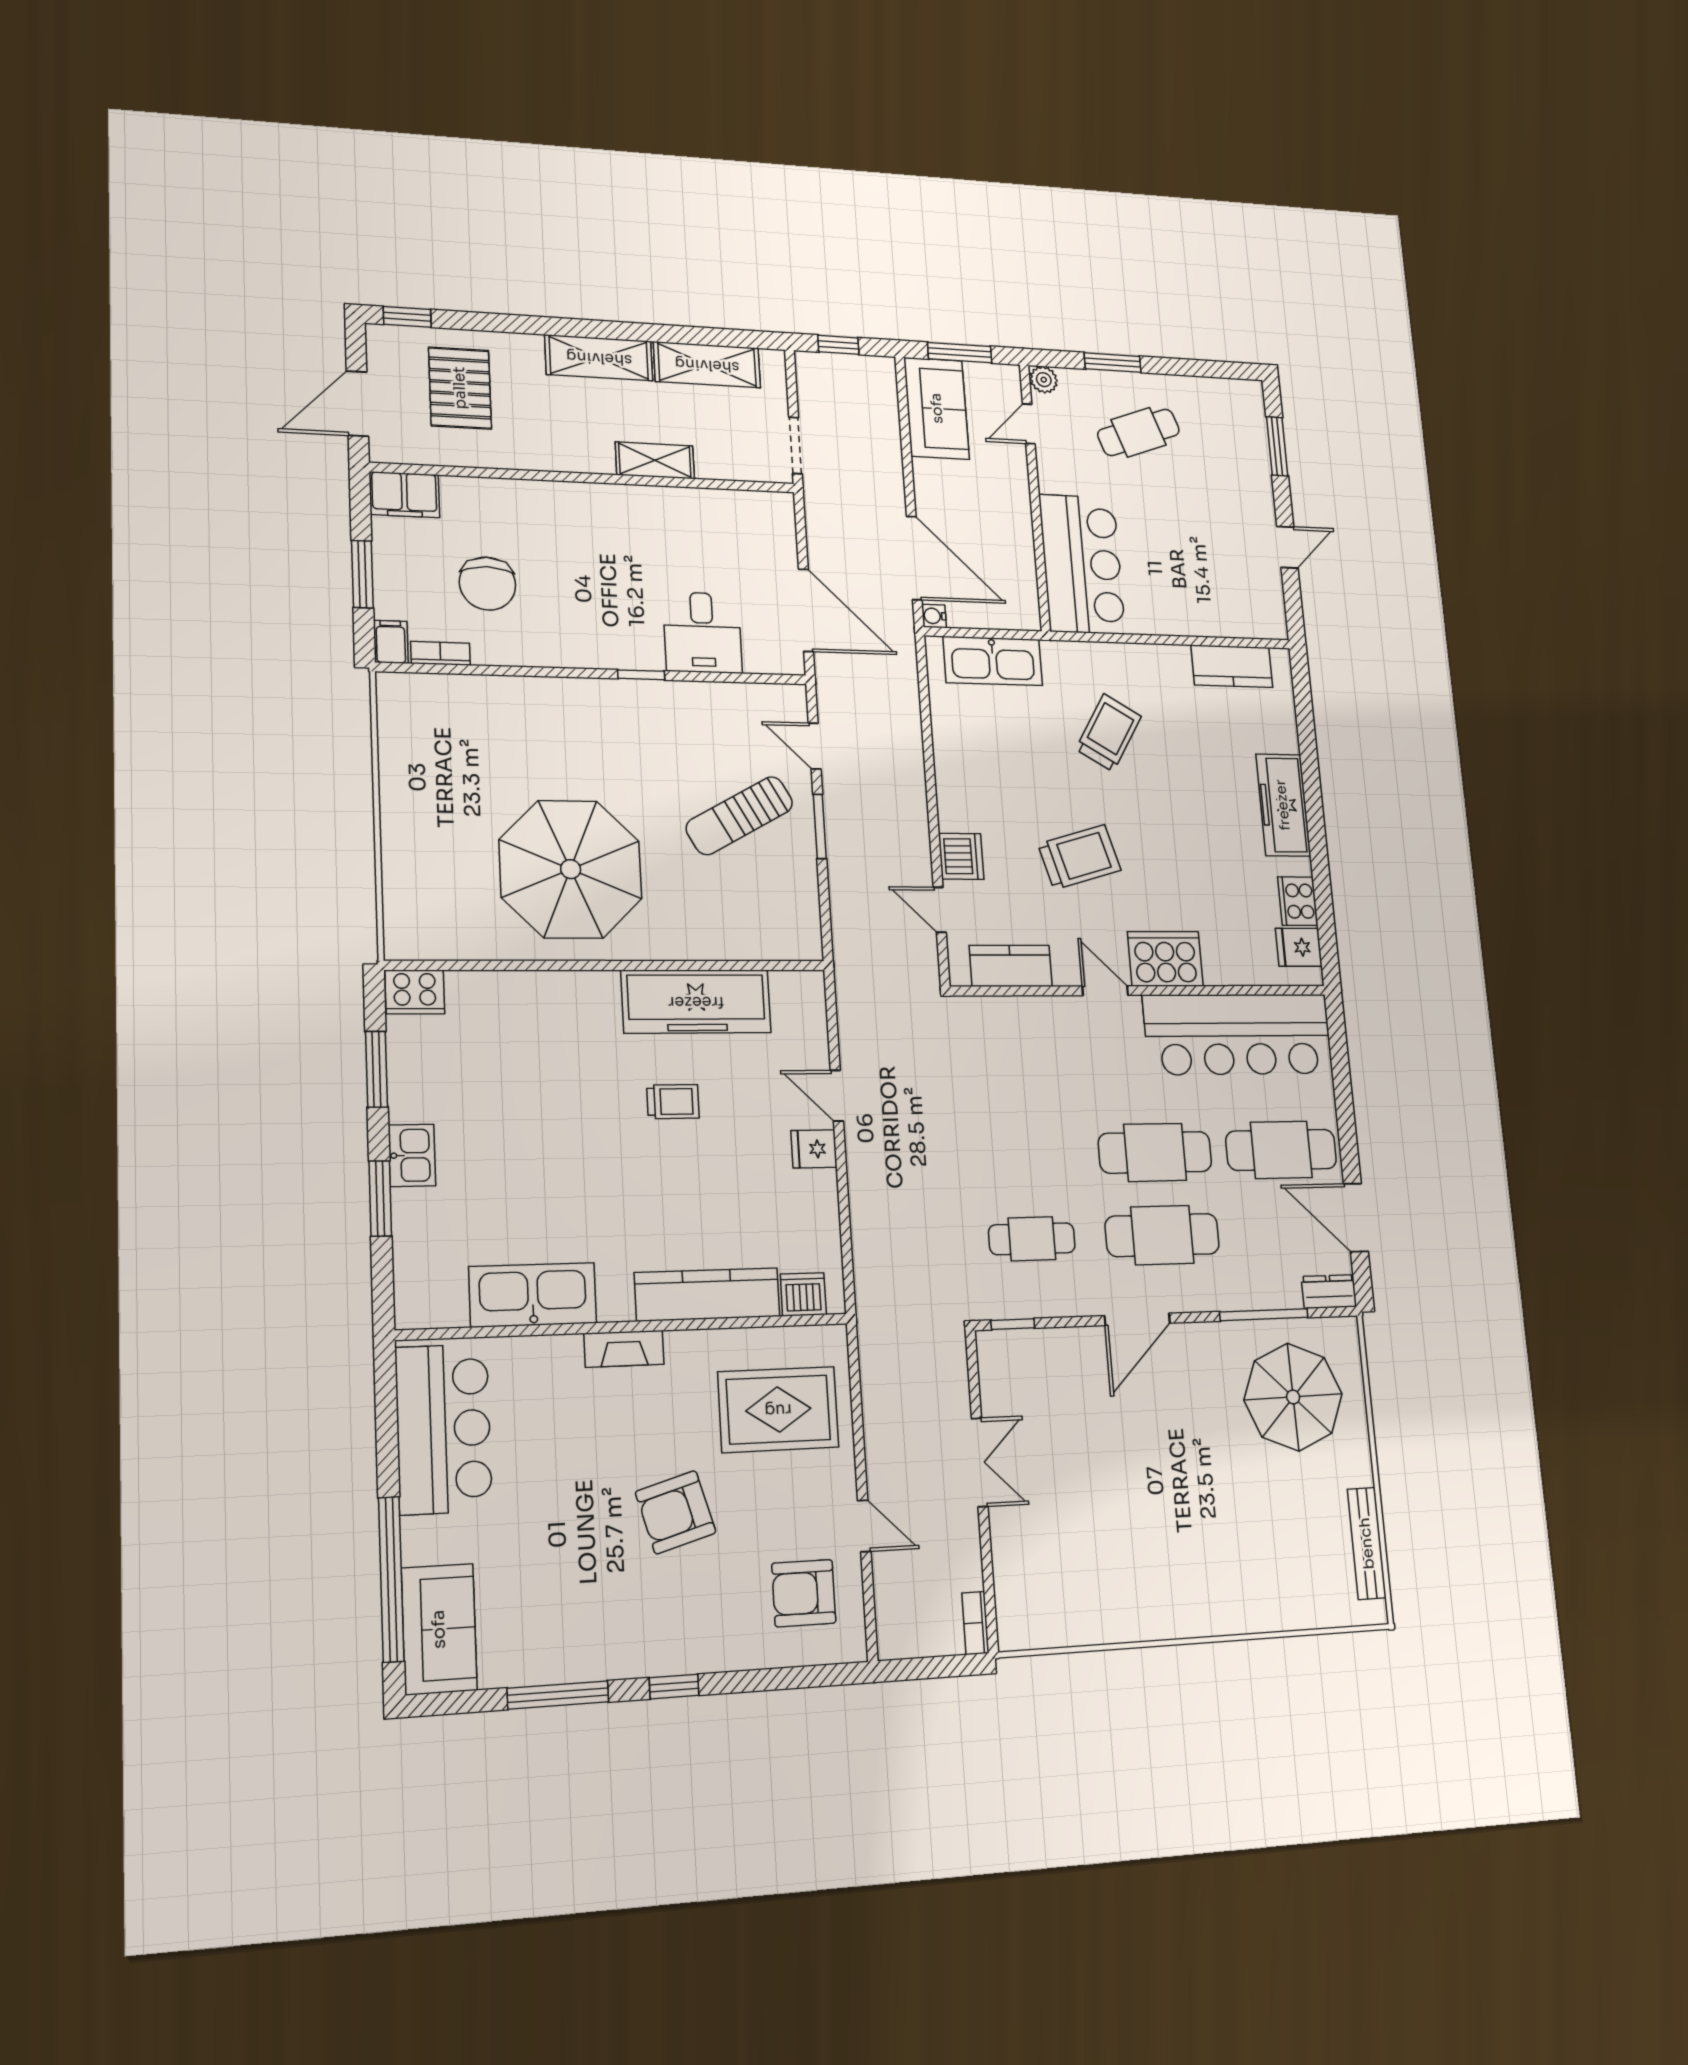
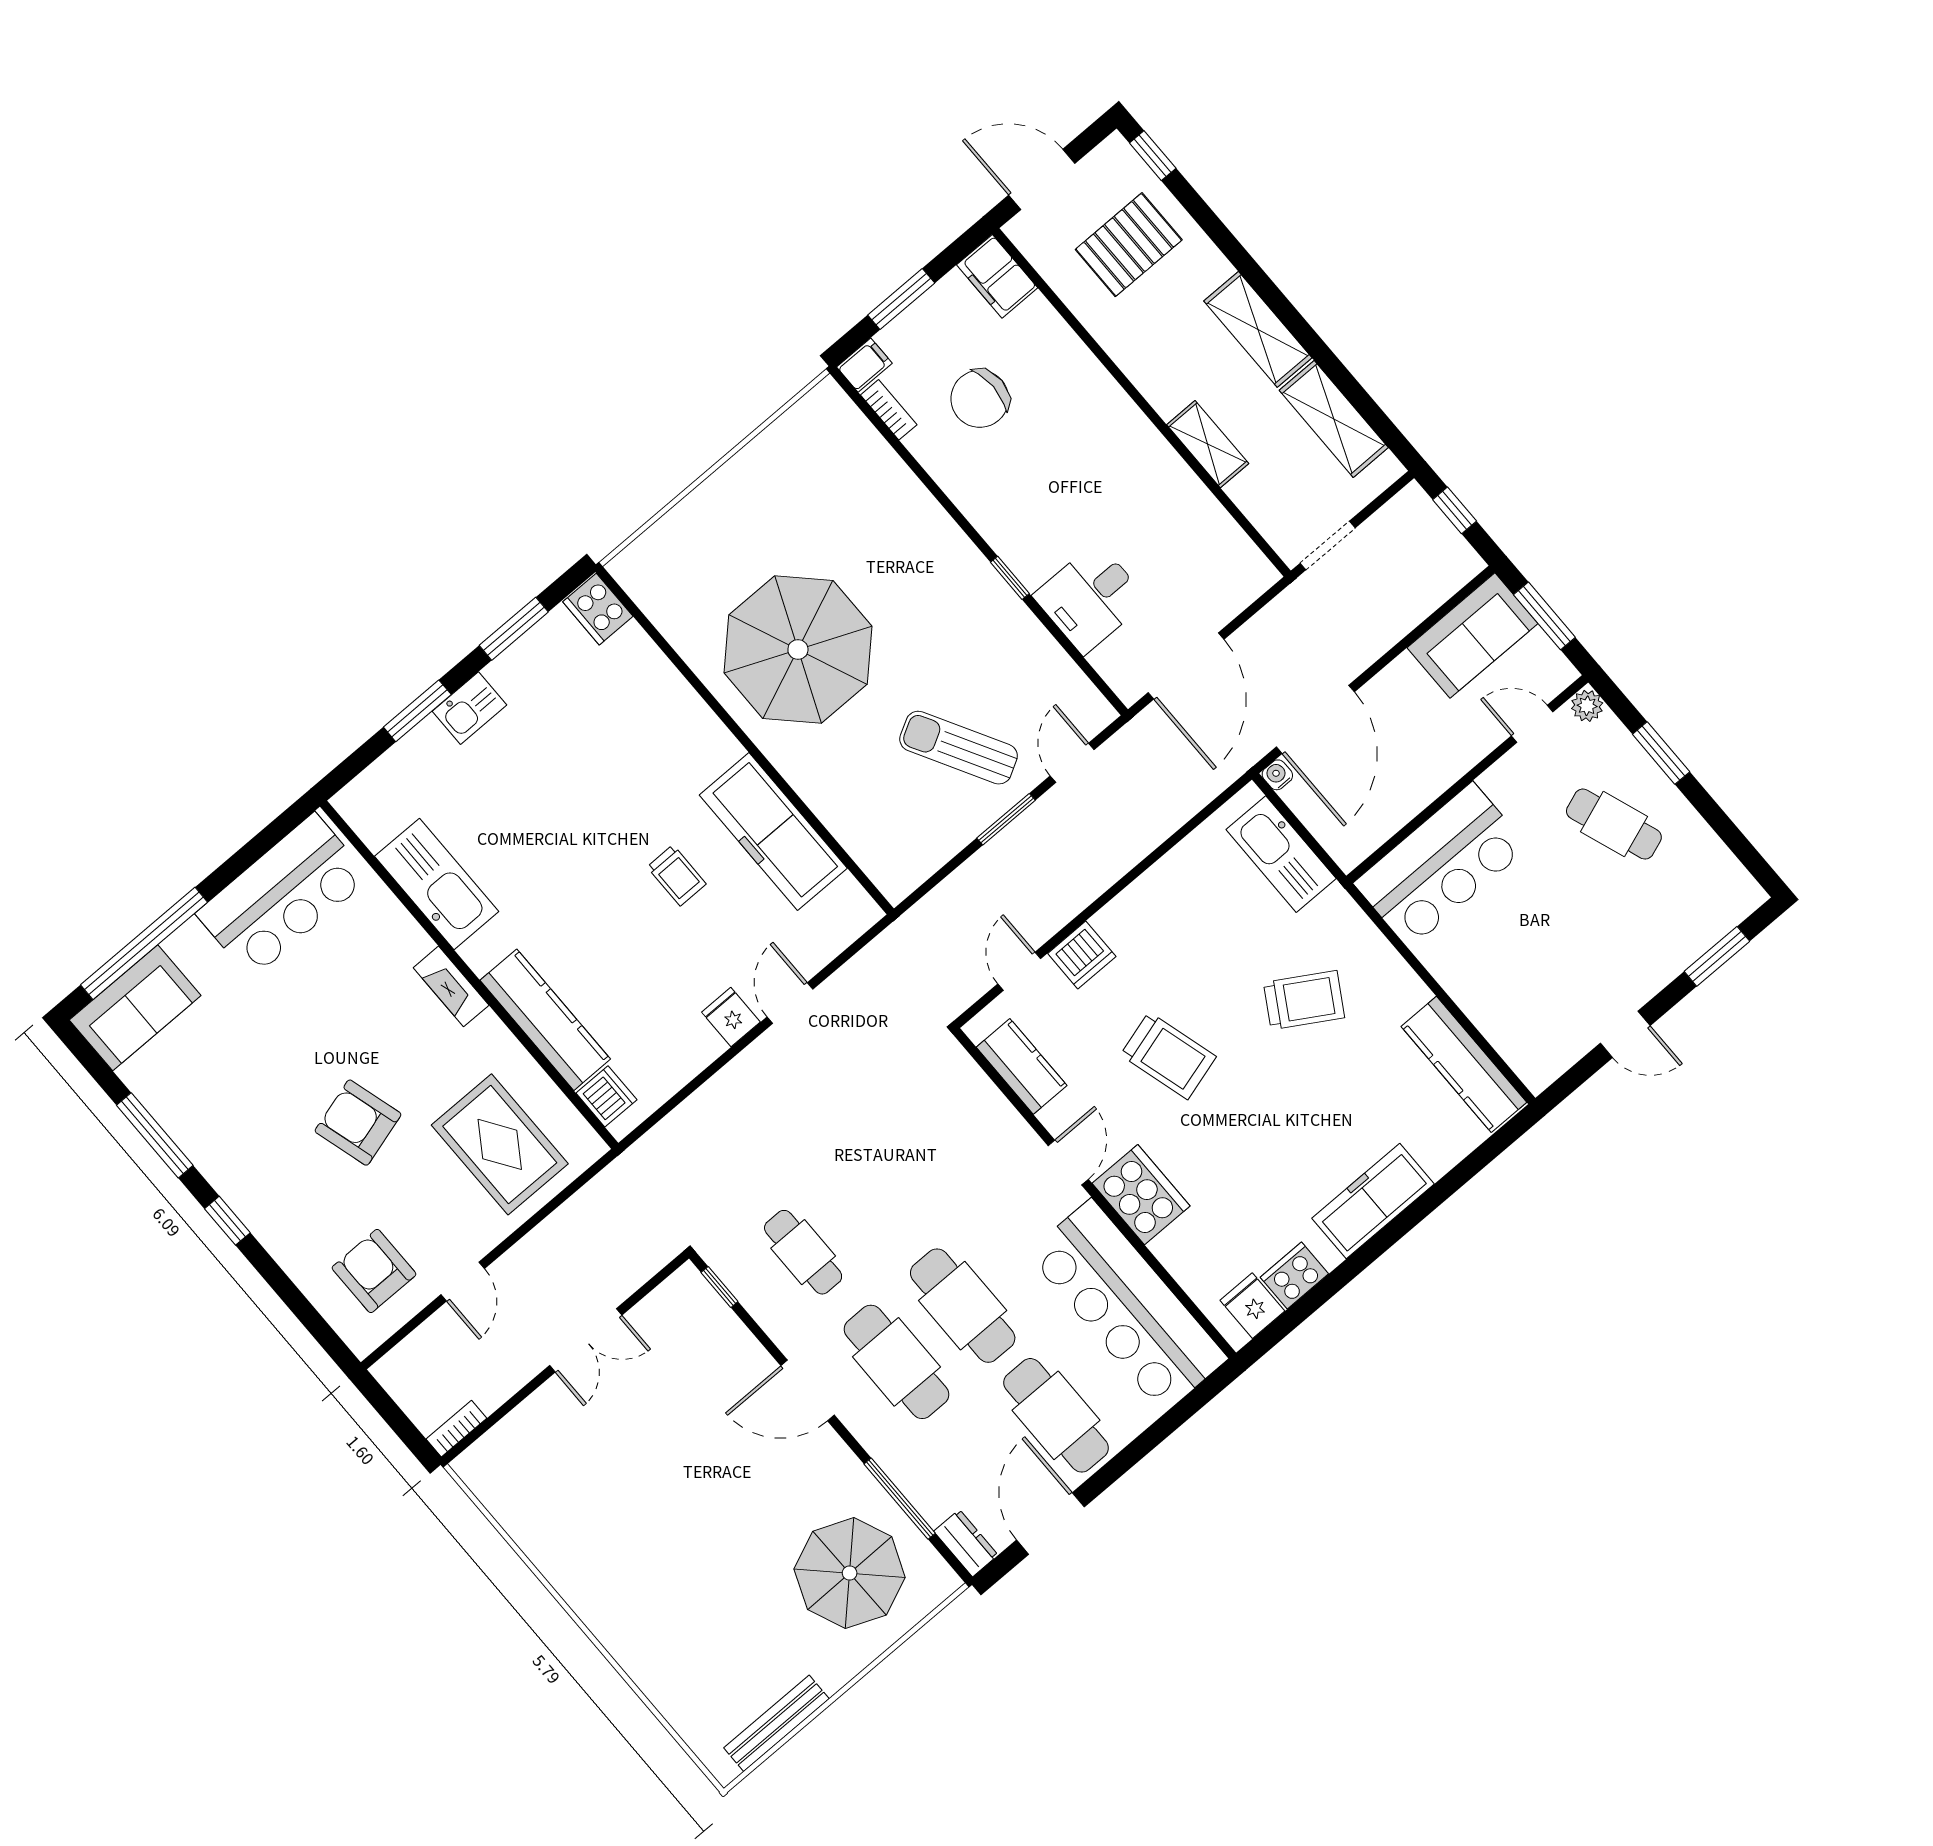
kitchen counter: (1232, 666) -> (1464, 1064), width x1.50

